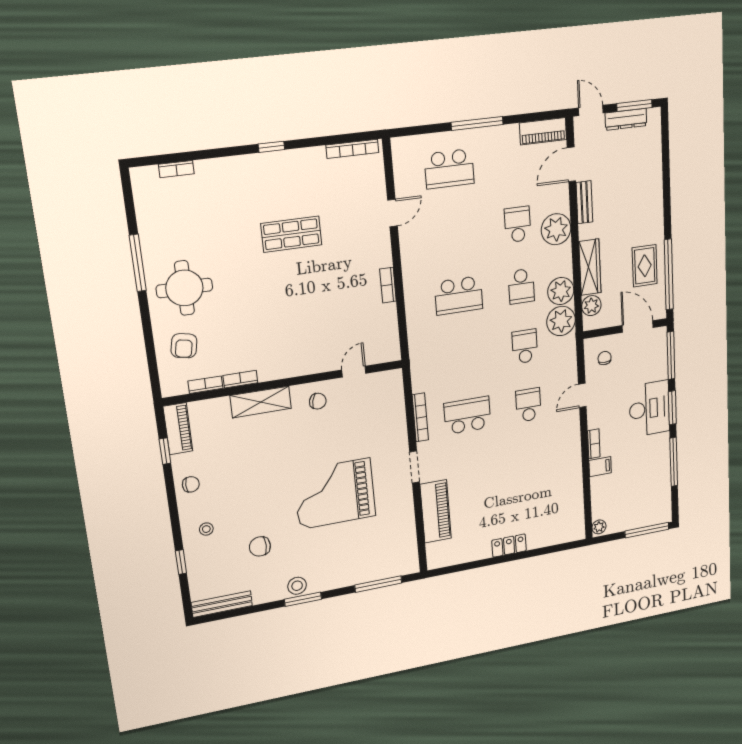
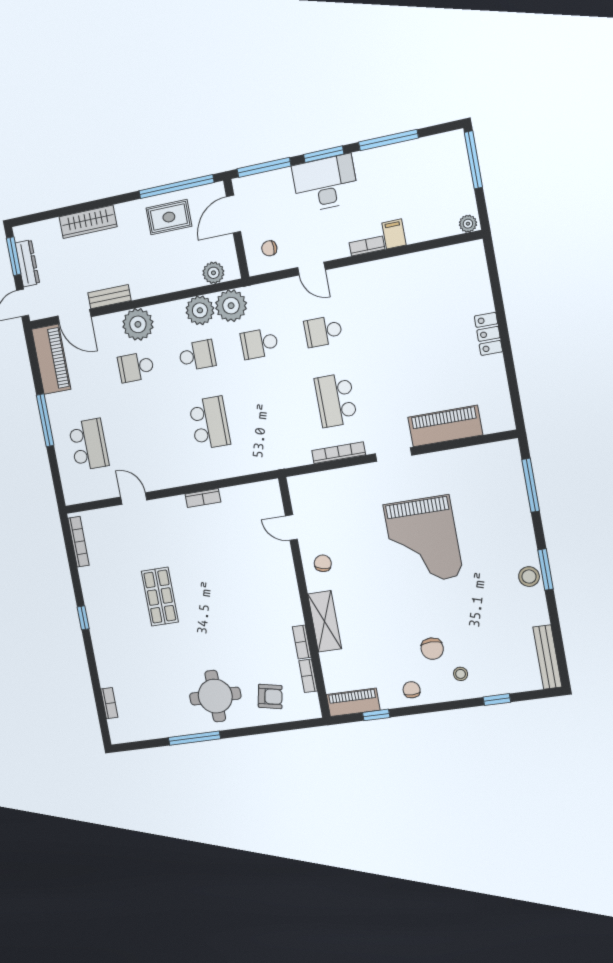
piano: (543, 131) -> (51, 359), width x1.37, depth x1.33
wardrobe: (590, 267) -> (88, 222), moved, turned 180
chair: (260, 546) -> (432, 649), moved

